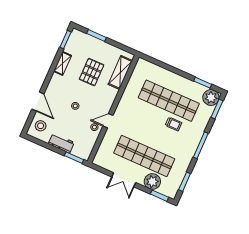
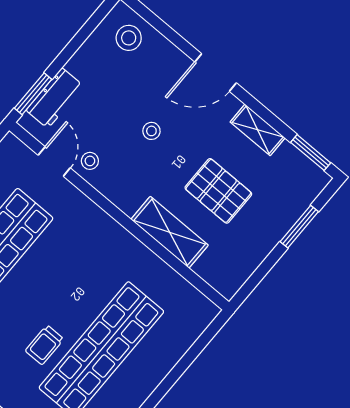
shelving: (120, 72) -> (170, 232), moved
door: (38, 102) -> (216, 72), moved
door: (108, 121) -> (54, 162), moved
workbench: (61, 143) -> (55, 98), moved

